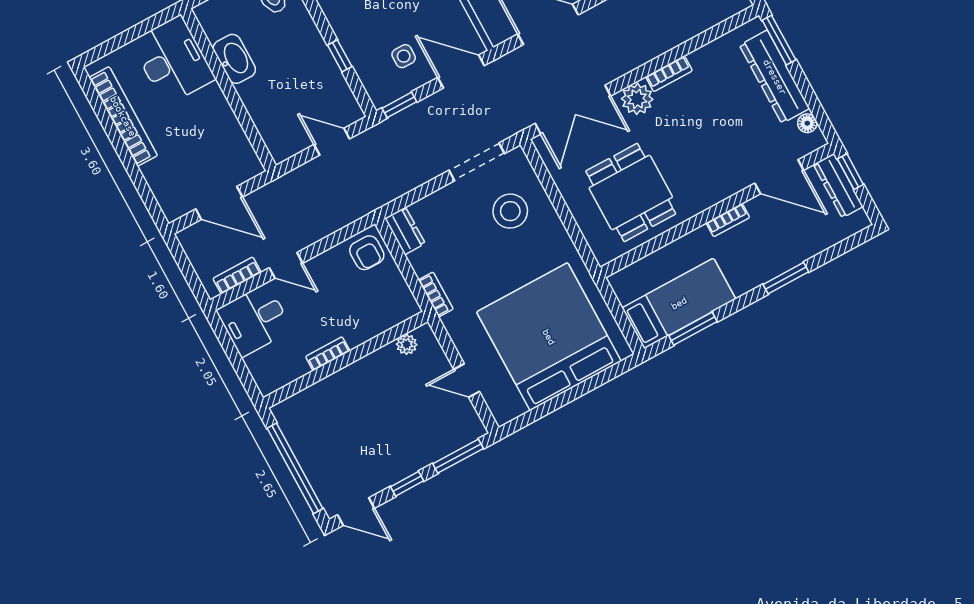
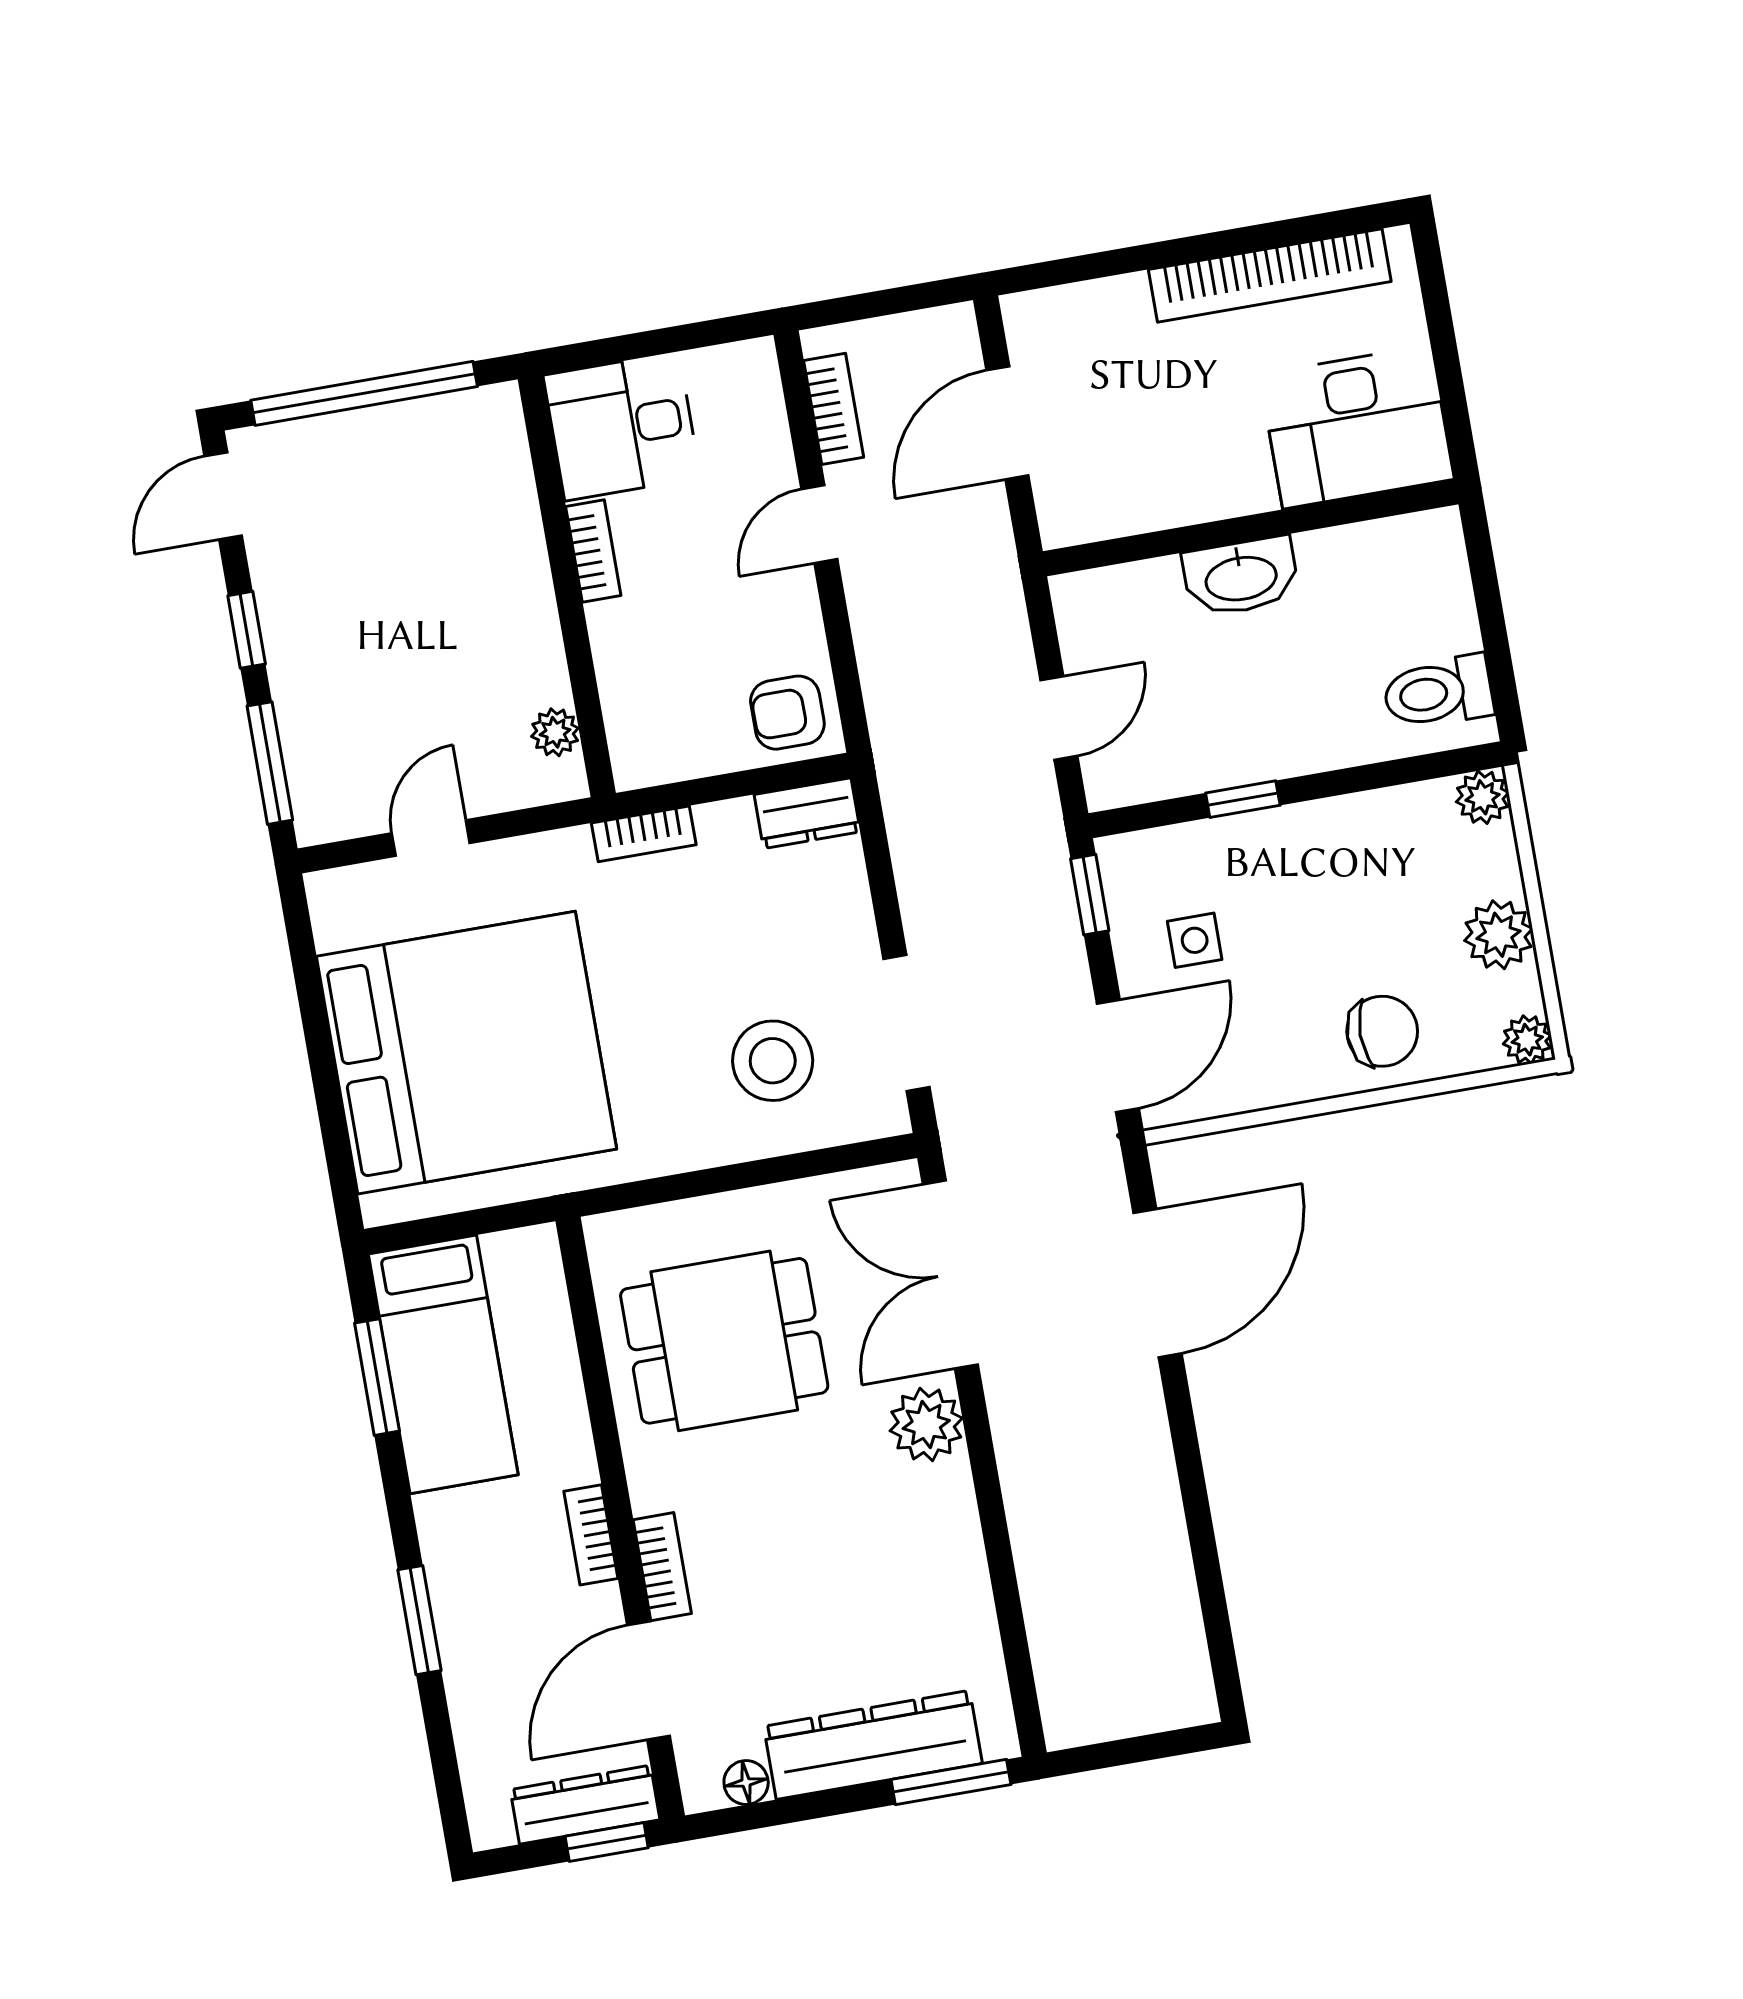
washbasin: (234, 59) -> (1241, 577), moved
bookcase: (669, 74) -> (662, 1567), moved, turned 180
desk: (254, 320) -> (622, 426), moved, turned -90

